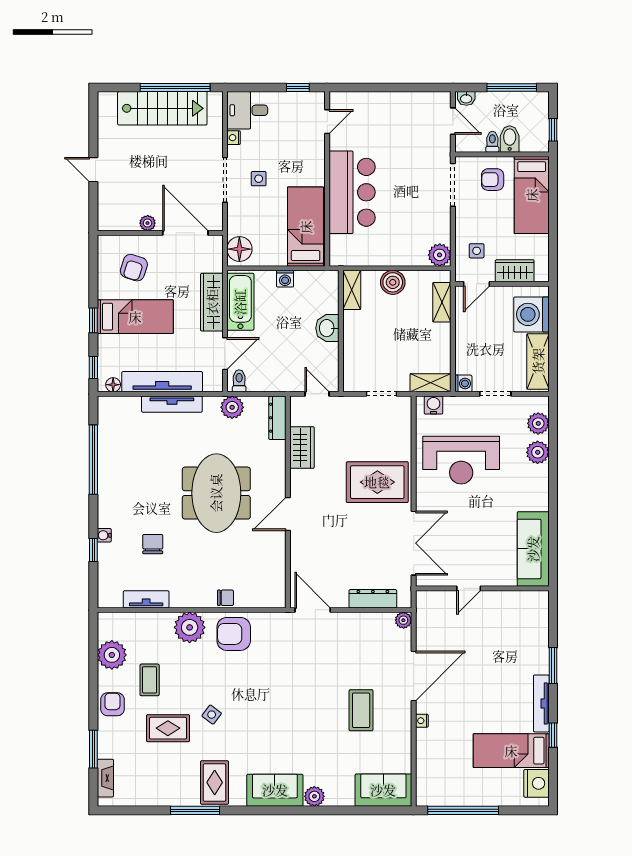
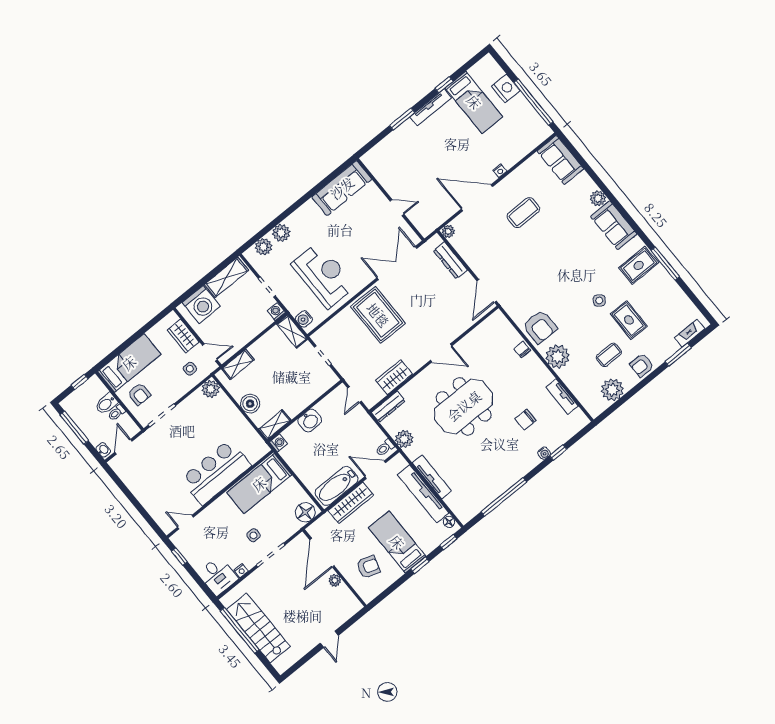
washing machine: (285, 279) -> (278, 443), moved
nightstand: (536, 783) -> (506, 88), moved, turned 90

